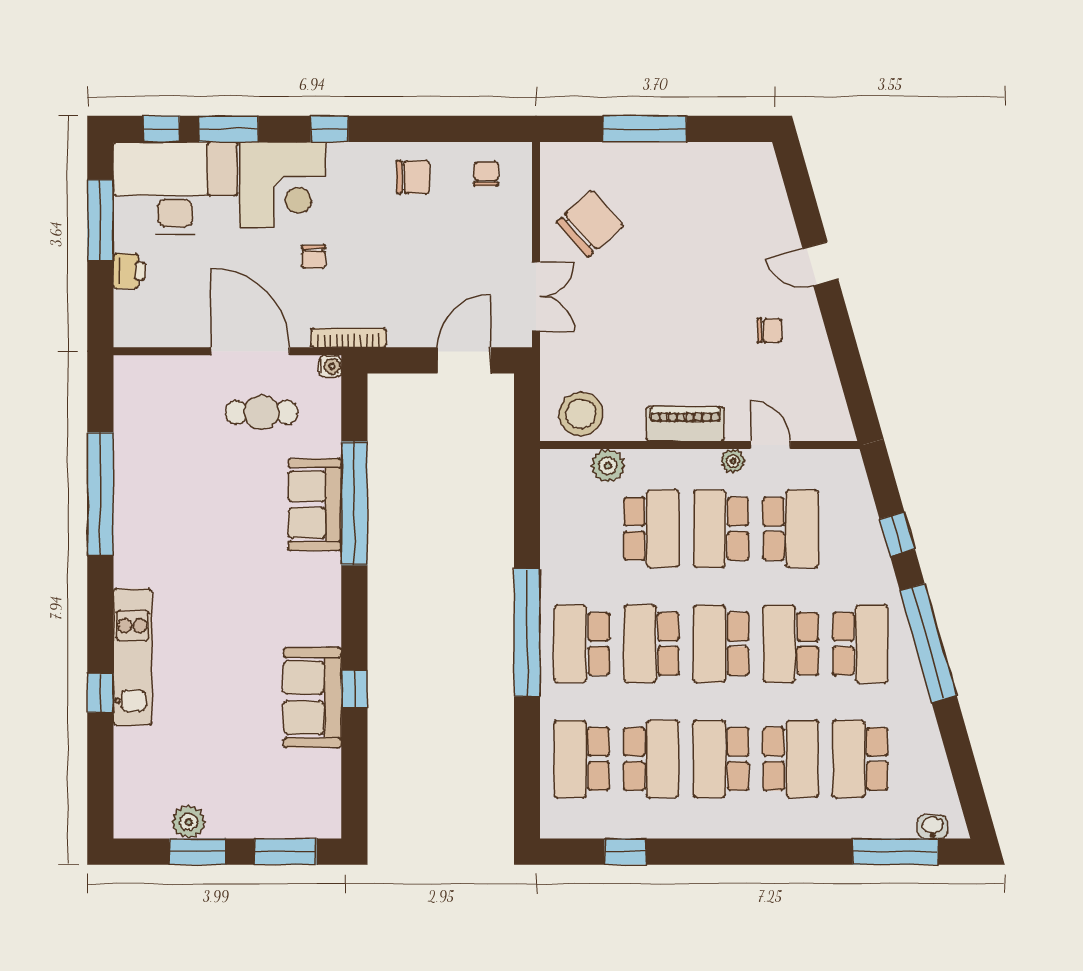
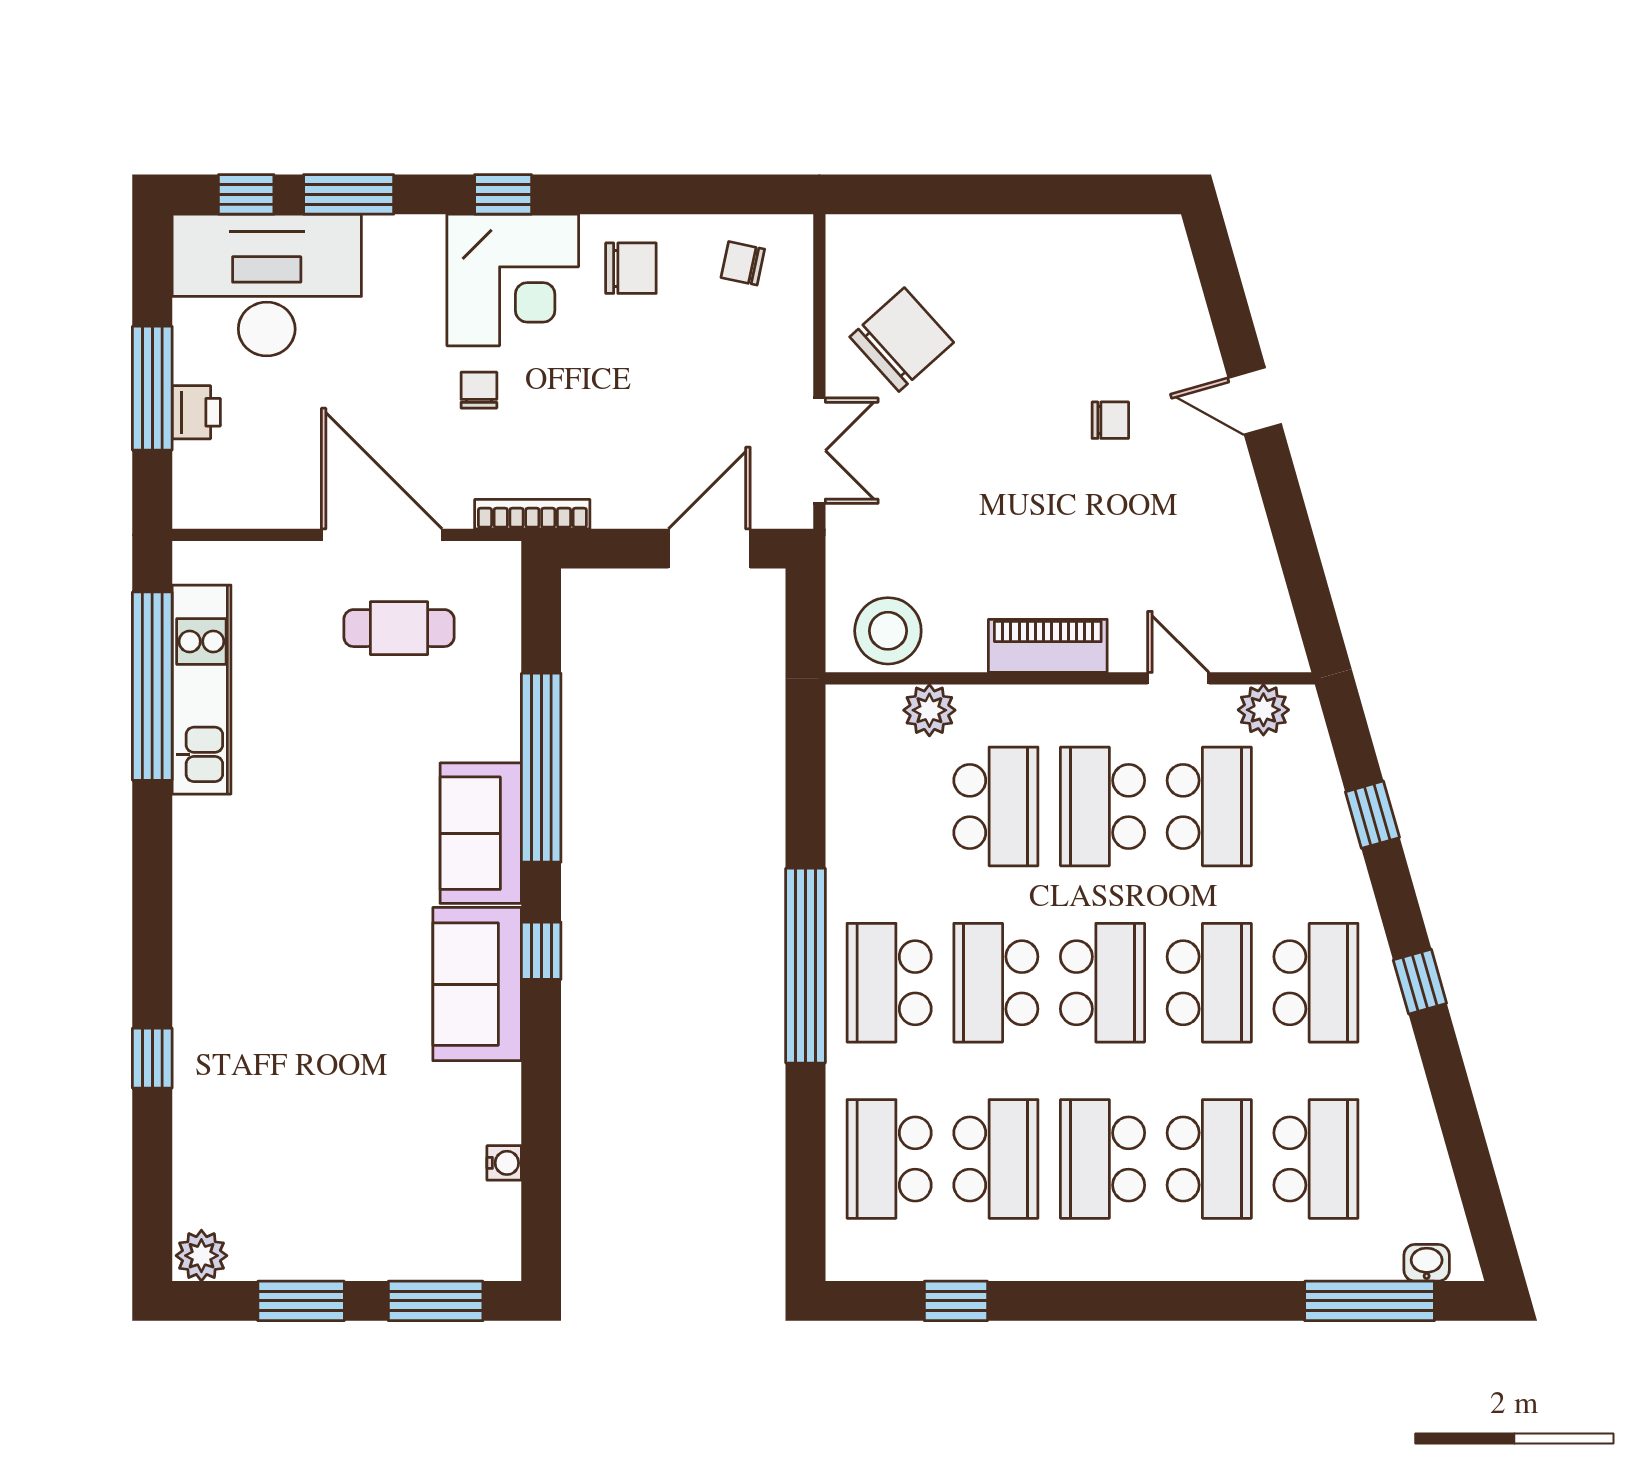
window: (645, 129) -> (986, 194), removed
chair: (486, 174) -> (743, 263), turned -78
corner desk: (283, 185) -> (513, 280), moved
window: (100, 220) -> (152, 388), moved
chair: (314, 257) -> (479, 390), turned 180
chair: (769, 331) -> (1110, 420), moved
water cooler: (330, 366) -> (504, 1163), moved
plant: (733, 461) -> (1263, 710), moved, width x1.38, depth x1.38
window: (100, 494) -> (152, 686), moved
sofa: (315, 505) -> (481, 833), moved
window: (928, 643) -> (1420, 982), width x0.32
school desk: (721, 644) -> (1103, 983), turned 180
school desk: (791, 644) -> (1209, 983), turned 180
kitchen unit: (132, 657) -> (201, 690), moved
window: (354, 689) -> (541, 951), moved
sofa: (313, 698) -> (477, 984), moved
school desk: (860, 759) -> (1316, 1159), turned 180
plant: (189, 822) -> (201, 1256), moved

